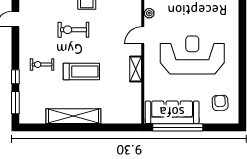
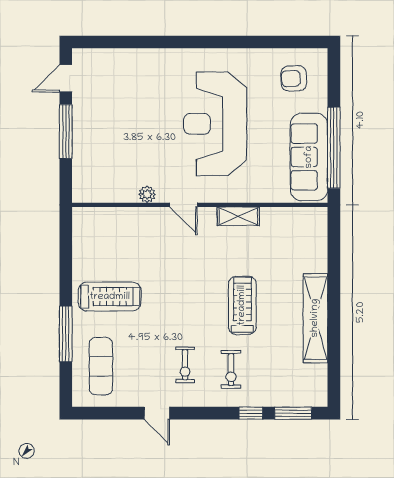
exercise bike: (73, 30) -> (185, 365), moved, width x0.73, depth x0.72

